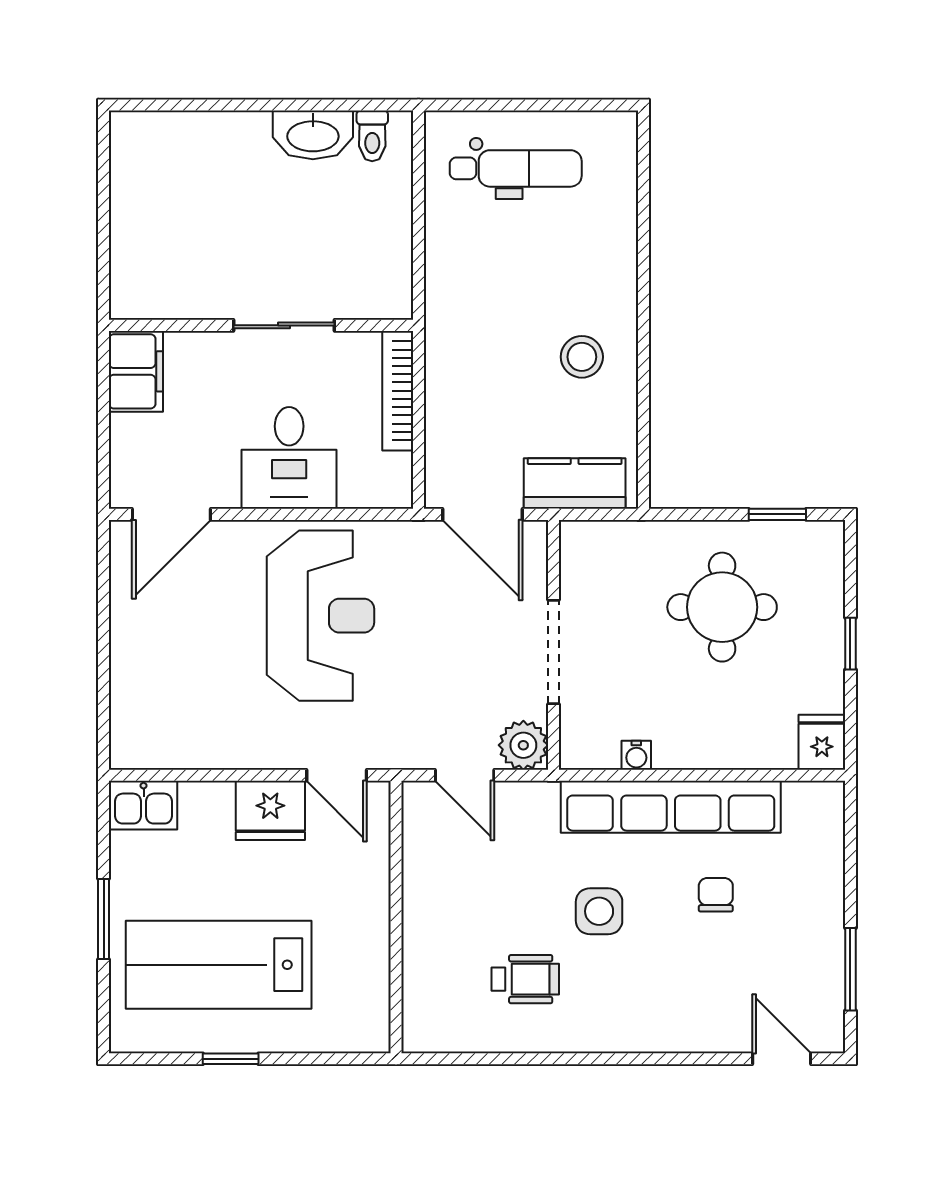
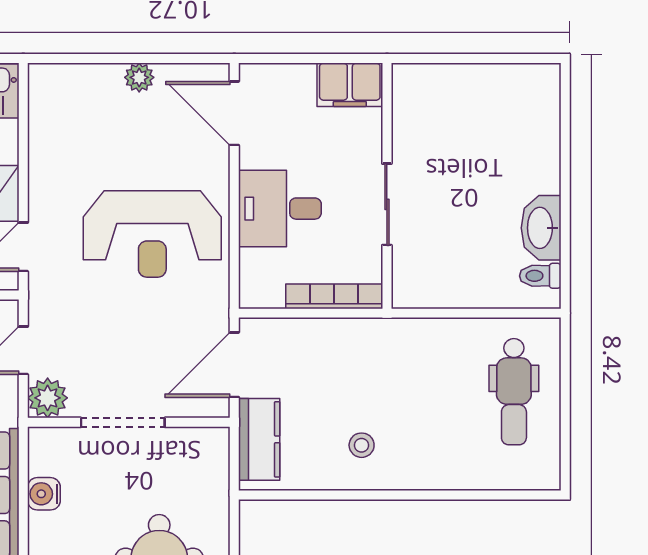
stool: (582, 357) -> (362, 445), width x0.73, depth x0.73
plant: (127, 632) -> (139, 77), added
water cooler: (636, 755) -> (44, 494), width x1.38, depth x1.38

